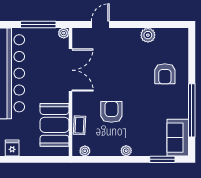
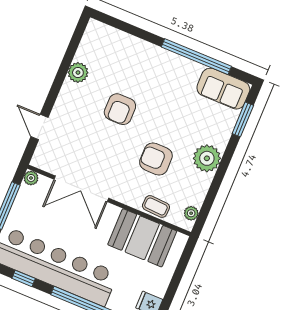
double door: (70, 70) -> (81, 189), swing flipped
armchair: (165, 74) -> (120, 109), moved, turned 90
plant: (126, 151) -> (207, 158), width x1.87, depth x1.87

